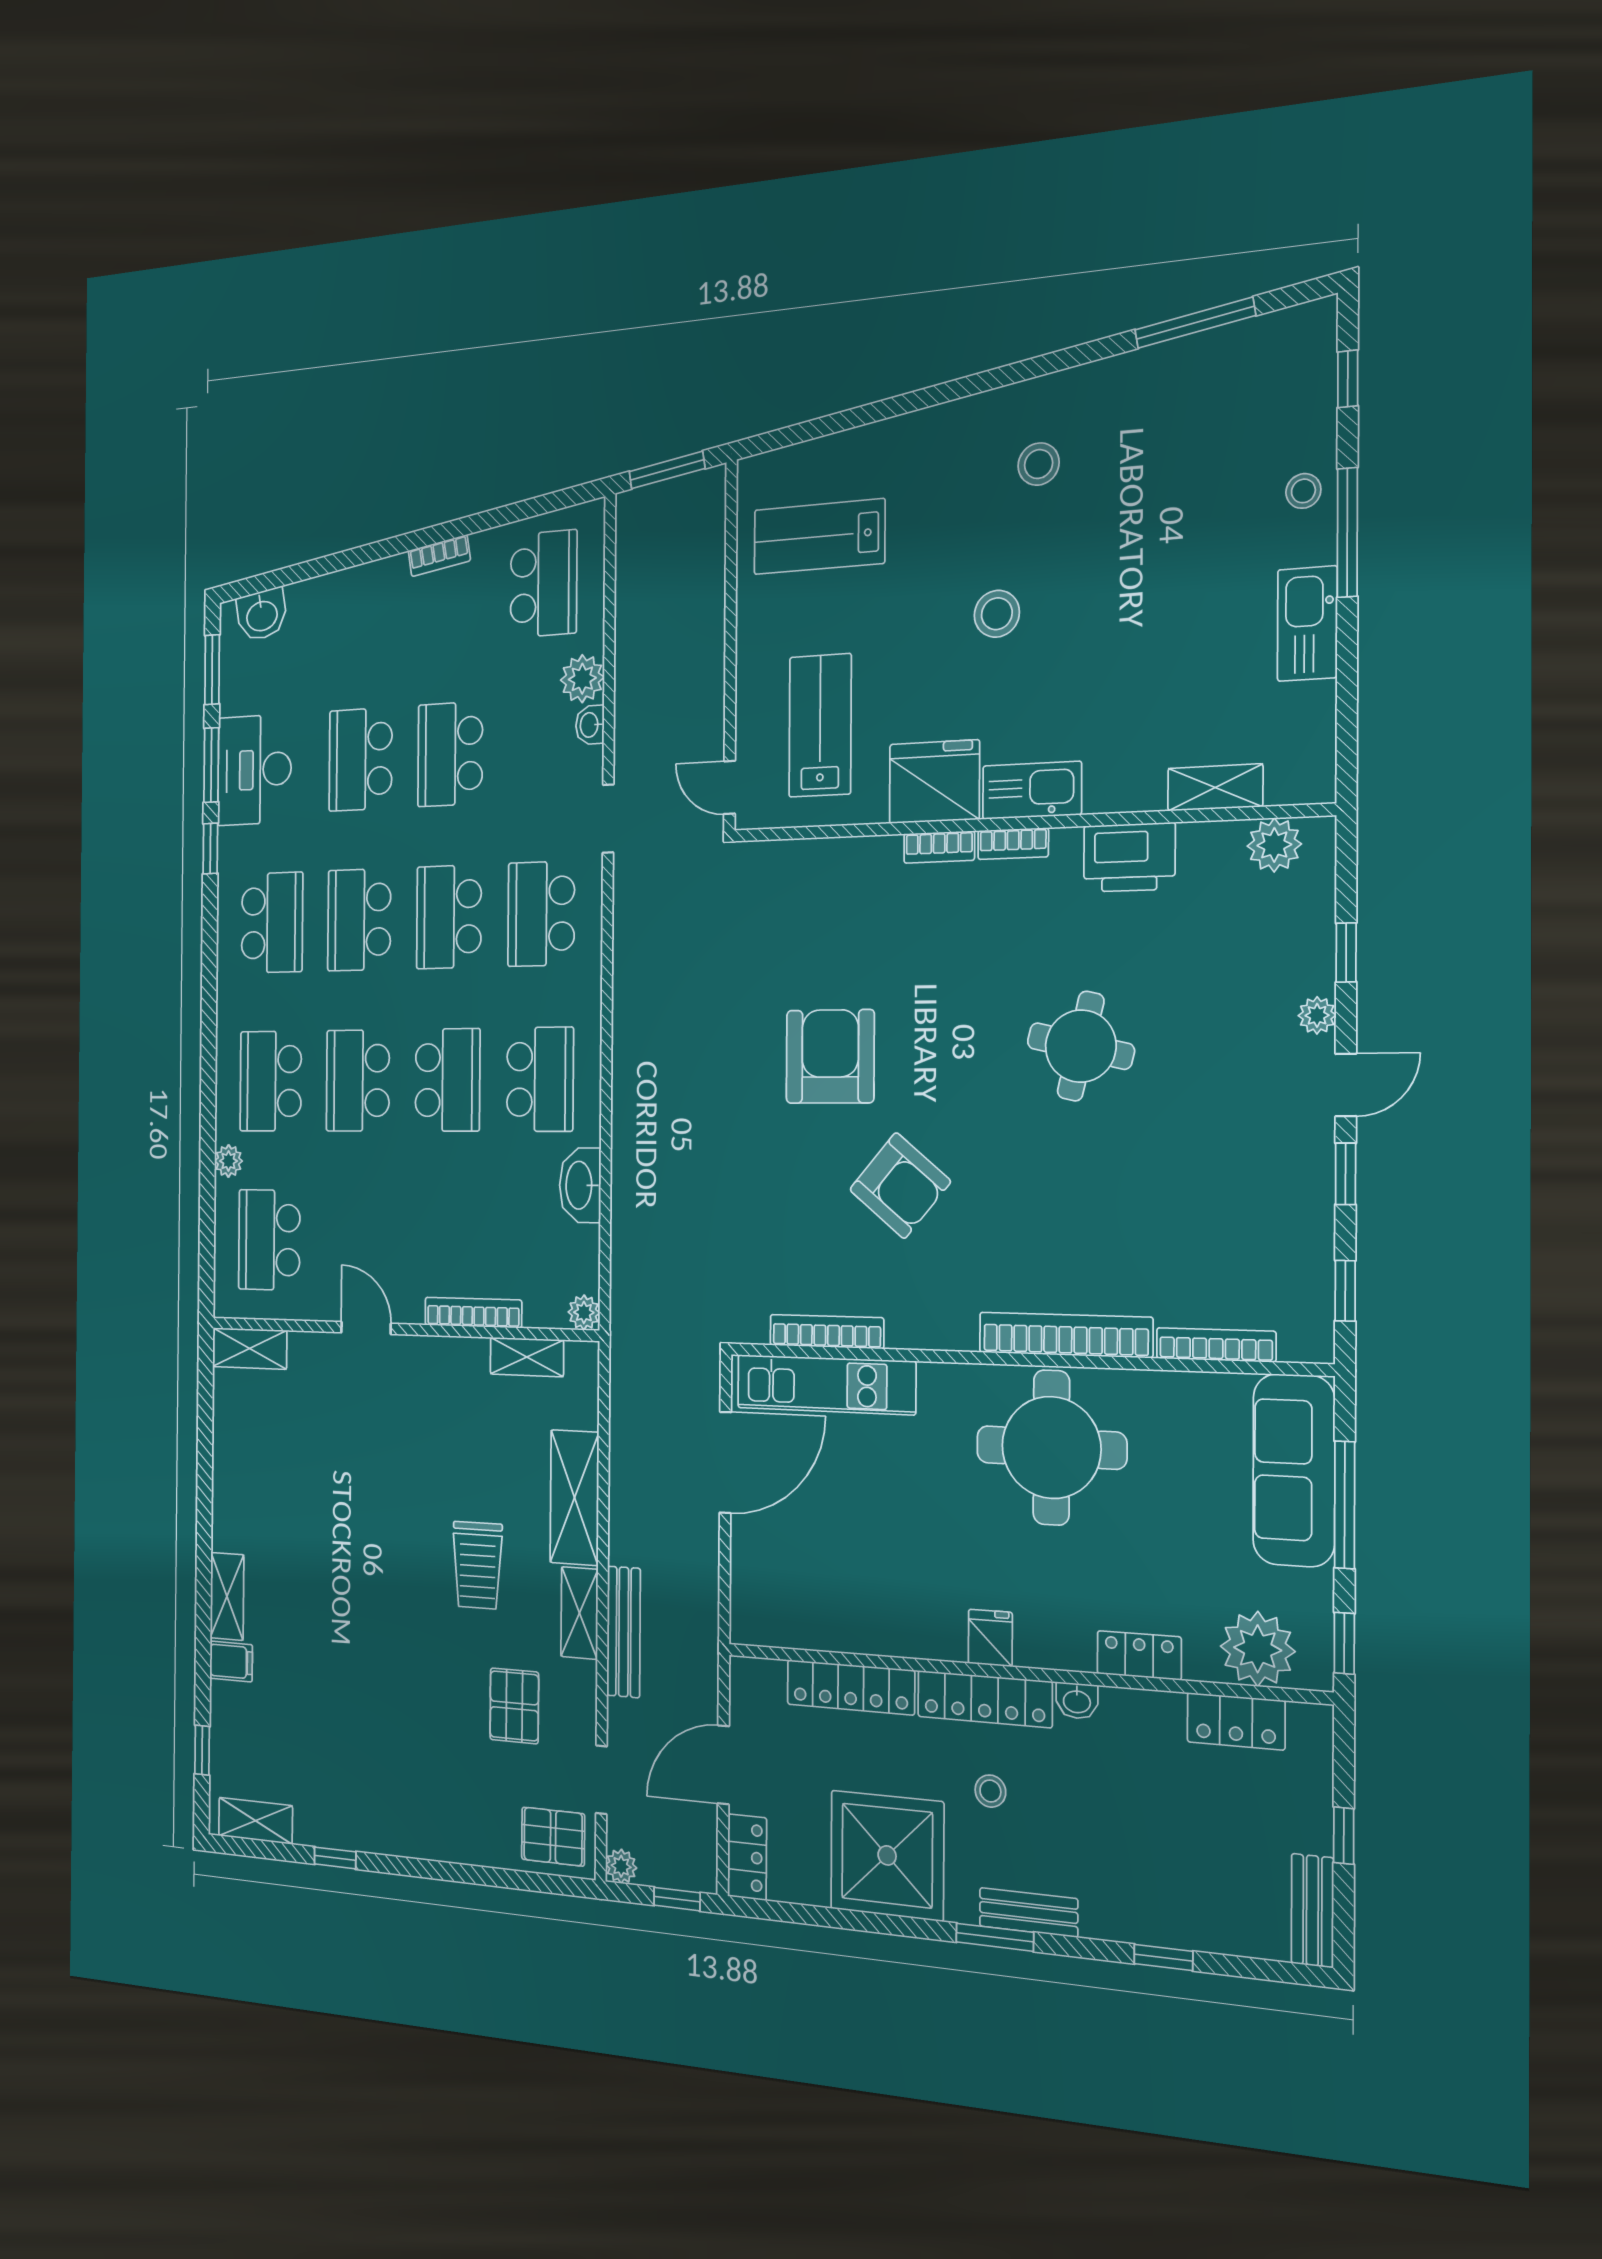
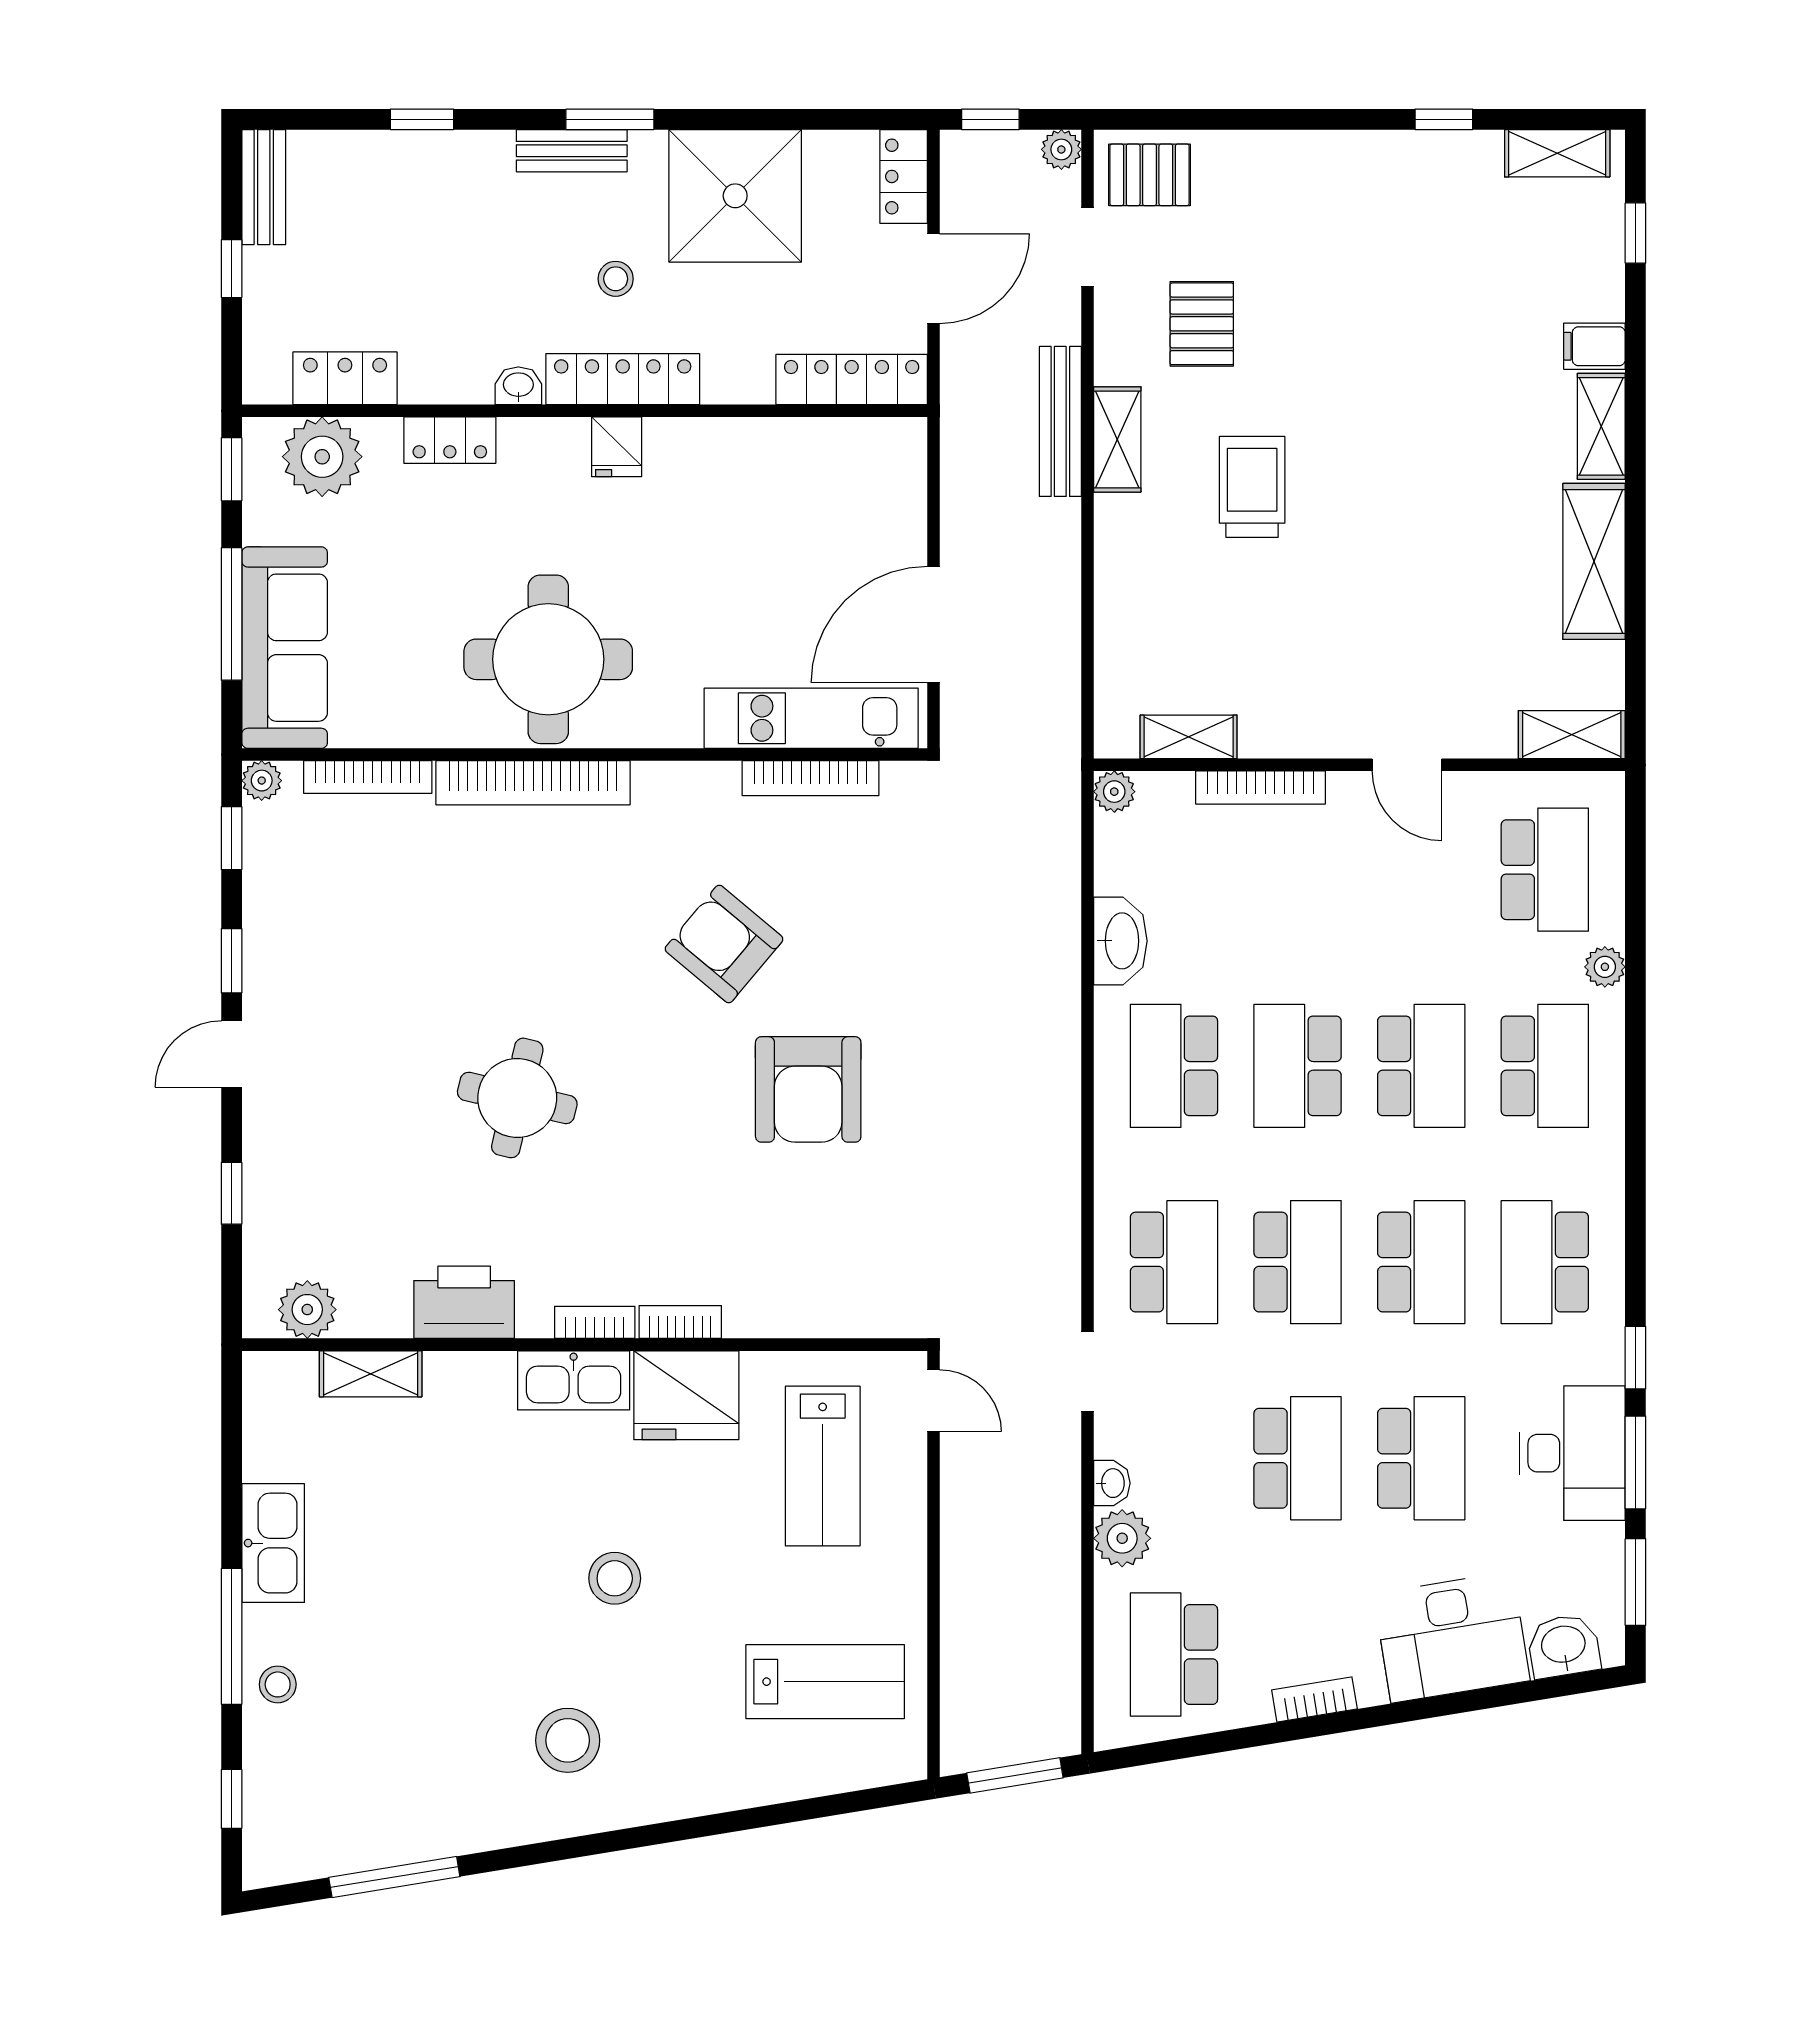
stool: (1039, 464) -> (568, 1740), width x1.38, depth x1.38
desk: (340, 615) -> (1452, 1637), added
plant: (1317, 1015) -> (262, 781), moved
shelving: (574, 1498) -> (1594, 561), moved
locker: (851, 1687) -> (852, 380), moved

